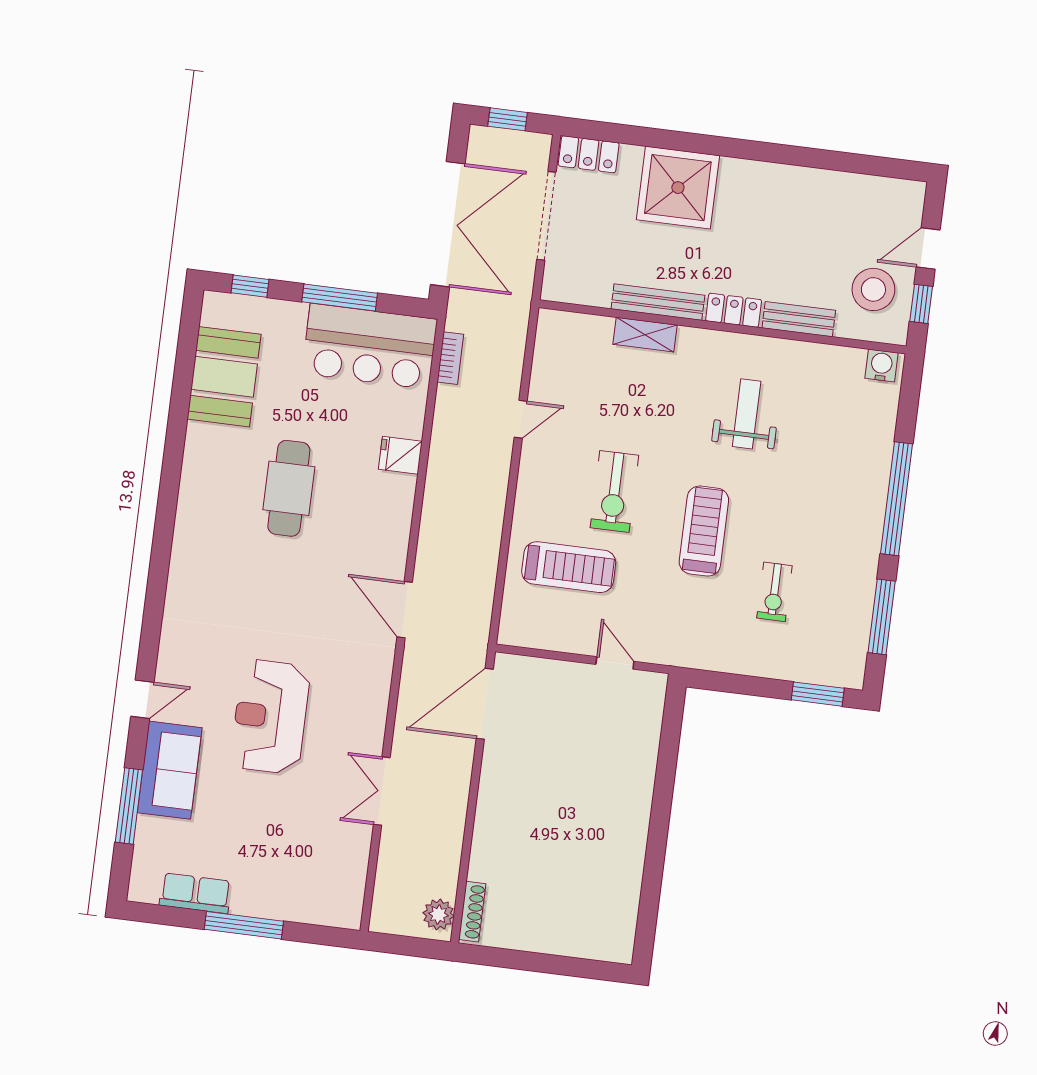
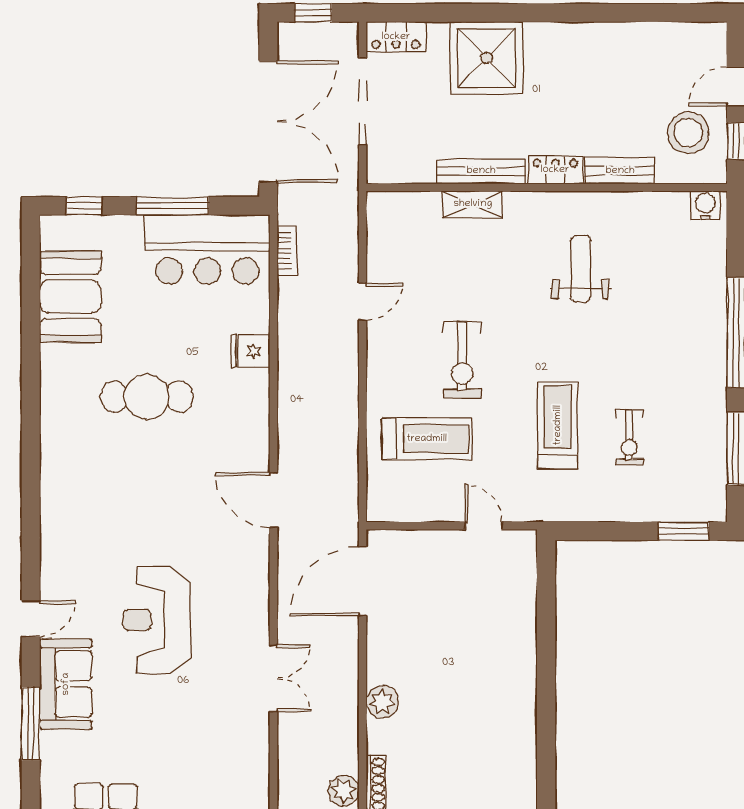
cafe table: (289, 488) -> (147, 397), turned 90
treadmill: (704, 531) -> (558, 425), moved
double door: (382, 791) -> (274, 678), swing flipped
plant: (489, 829) -> (382, 702), added

